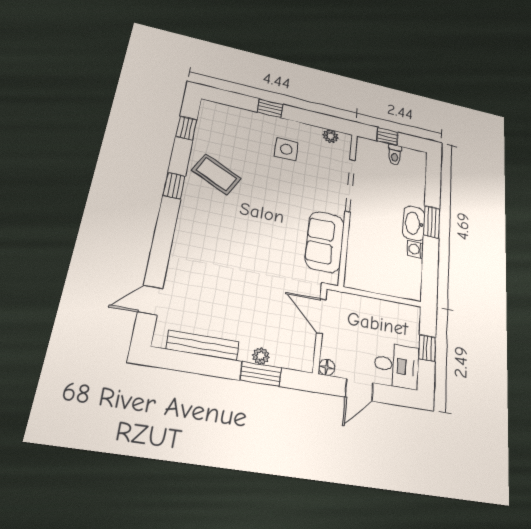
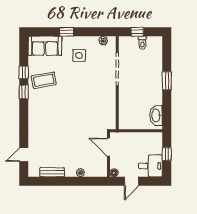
window: (186, 128) -> (24, 72), moved
coffee table: (216, 174) -> (44, 80), turned -36
washbasin: (414, 223) -> (156, 115), moved
sofa: (325, 242) -> (45, 46), moved, turned -90
washing machine: (415, 249) -> (158, 100), removed
bench: (203, 345) -> (52, 172), width x0.73
window: (261, 374) -> (82, 181), removed

